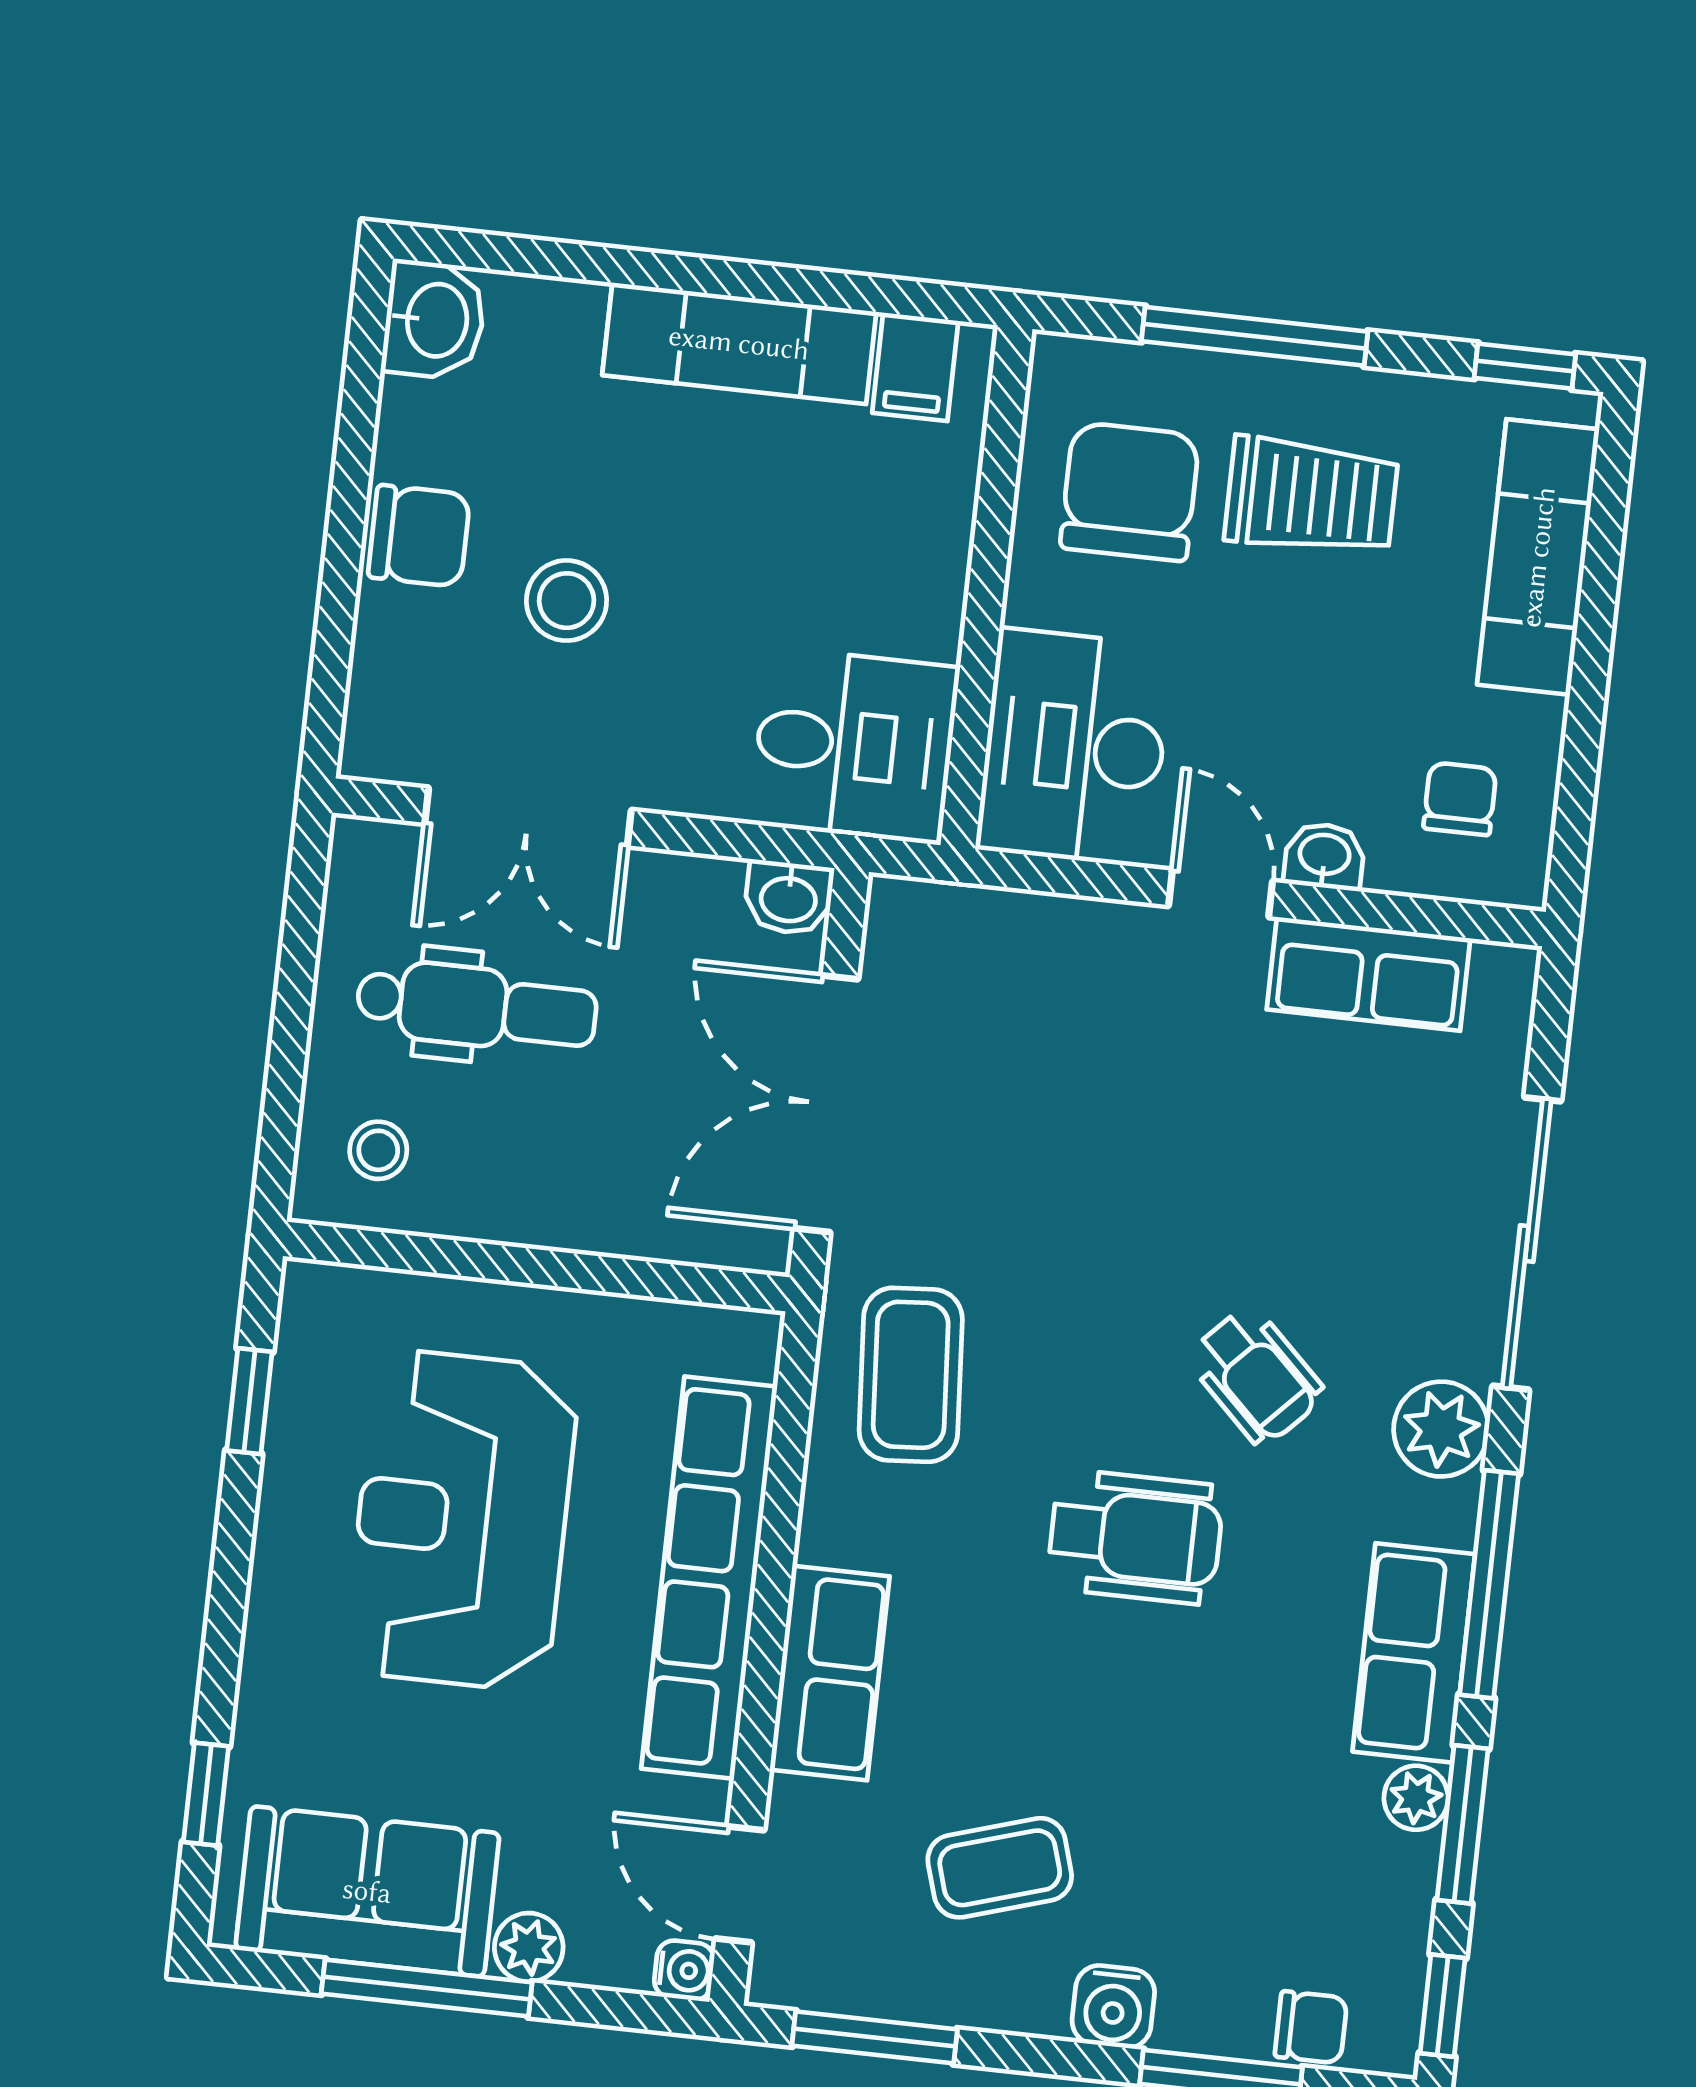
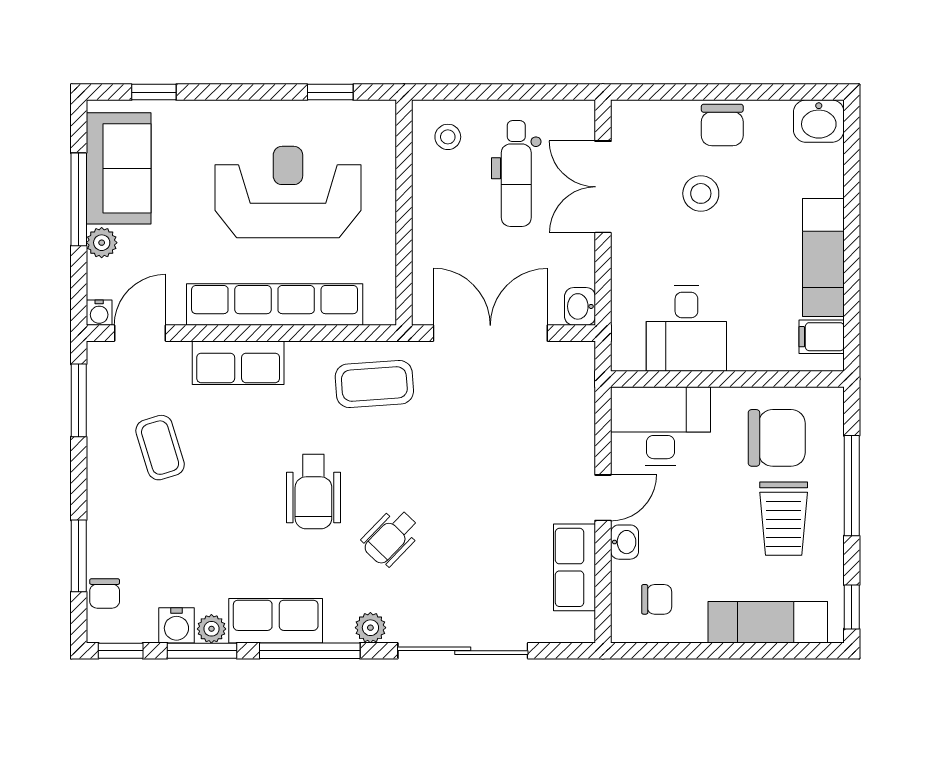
desk: (855, 746) -> (686, 328), moved
plant: (1441, 1429) -> (370, 628), width x0.73, depth x0.73
water cooler: (1113, 2007) -> (176, 625), moved, turned -90

